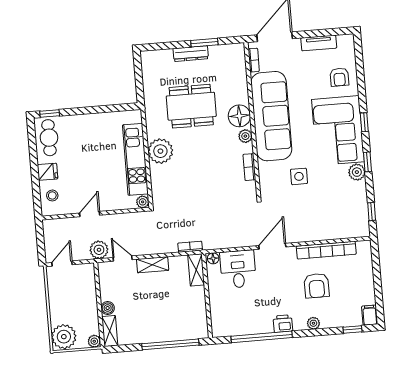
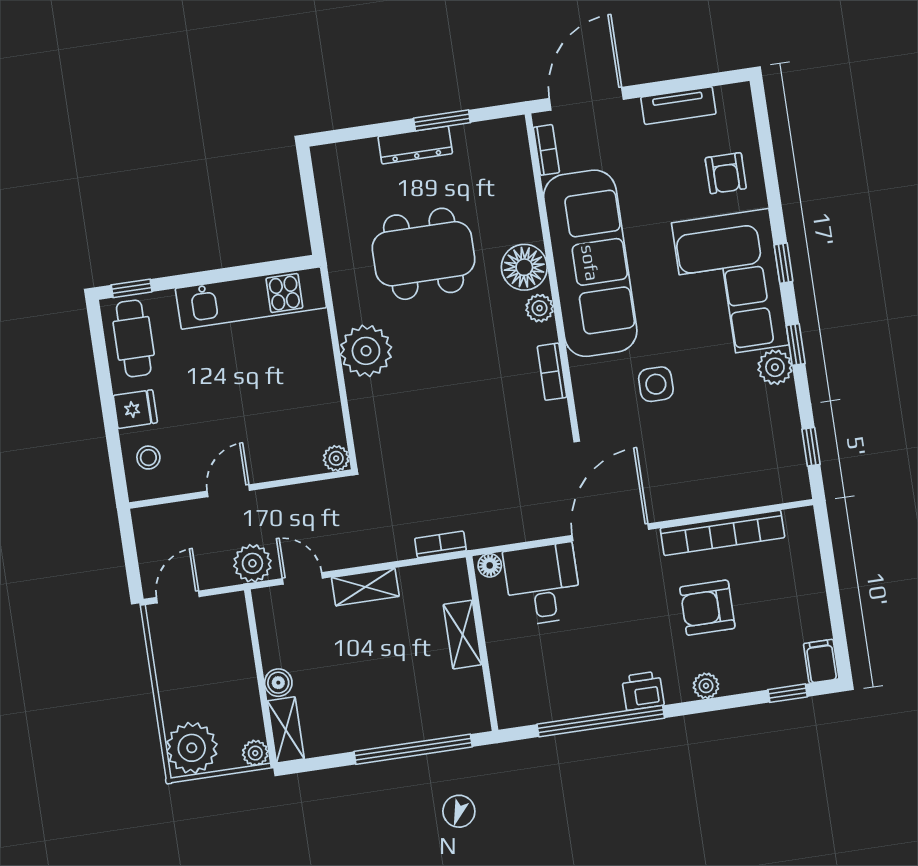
kitchen unit: (135, 159) -> (251, 298), moved, turned -90
door: (272, 246) -> (610, 532), width x1.36
shelving: (196, 270) -> (463, 635), moved
armchair: (317, 286) -> (707, 608), turned 90

